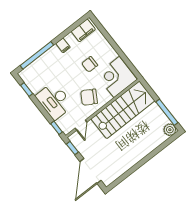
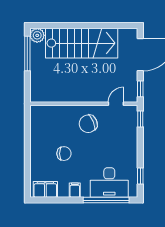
corner desk: (117, 77) -> (48, 122), removed
chair: (89, 97) -> (88, 124), turned 127
desk: (54, 101) -> (109, 183), moved, turned 90
stairs: (123, 110) -> (82, 43), moved, turned 180

